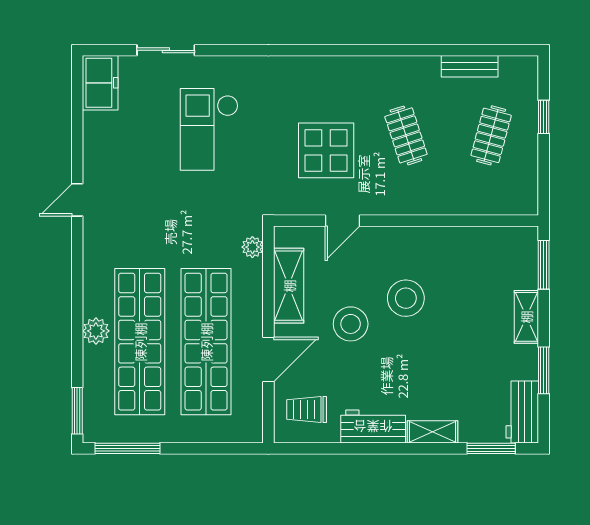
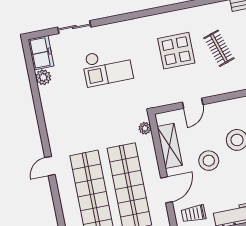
checkout: (209, 129) -> (107, 67), turned -90
display table: (326, 150) -> (176, 51), moved
door: (77, 200) -> (50, 166), moved
plant: (96, 331) -> (43, 77), moved

